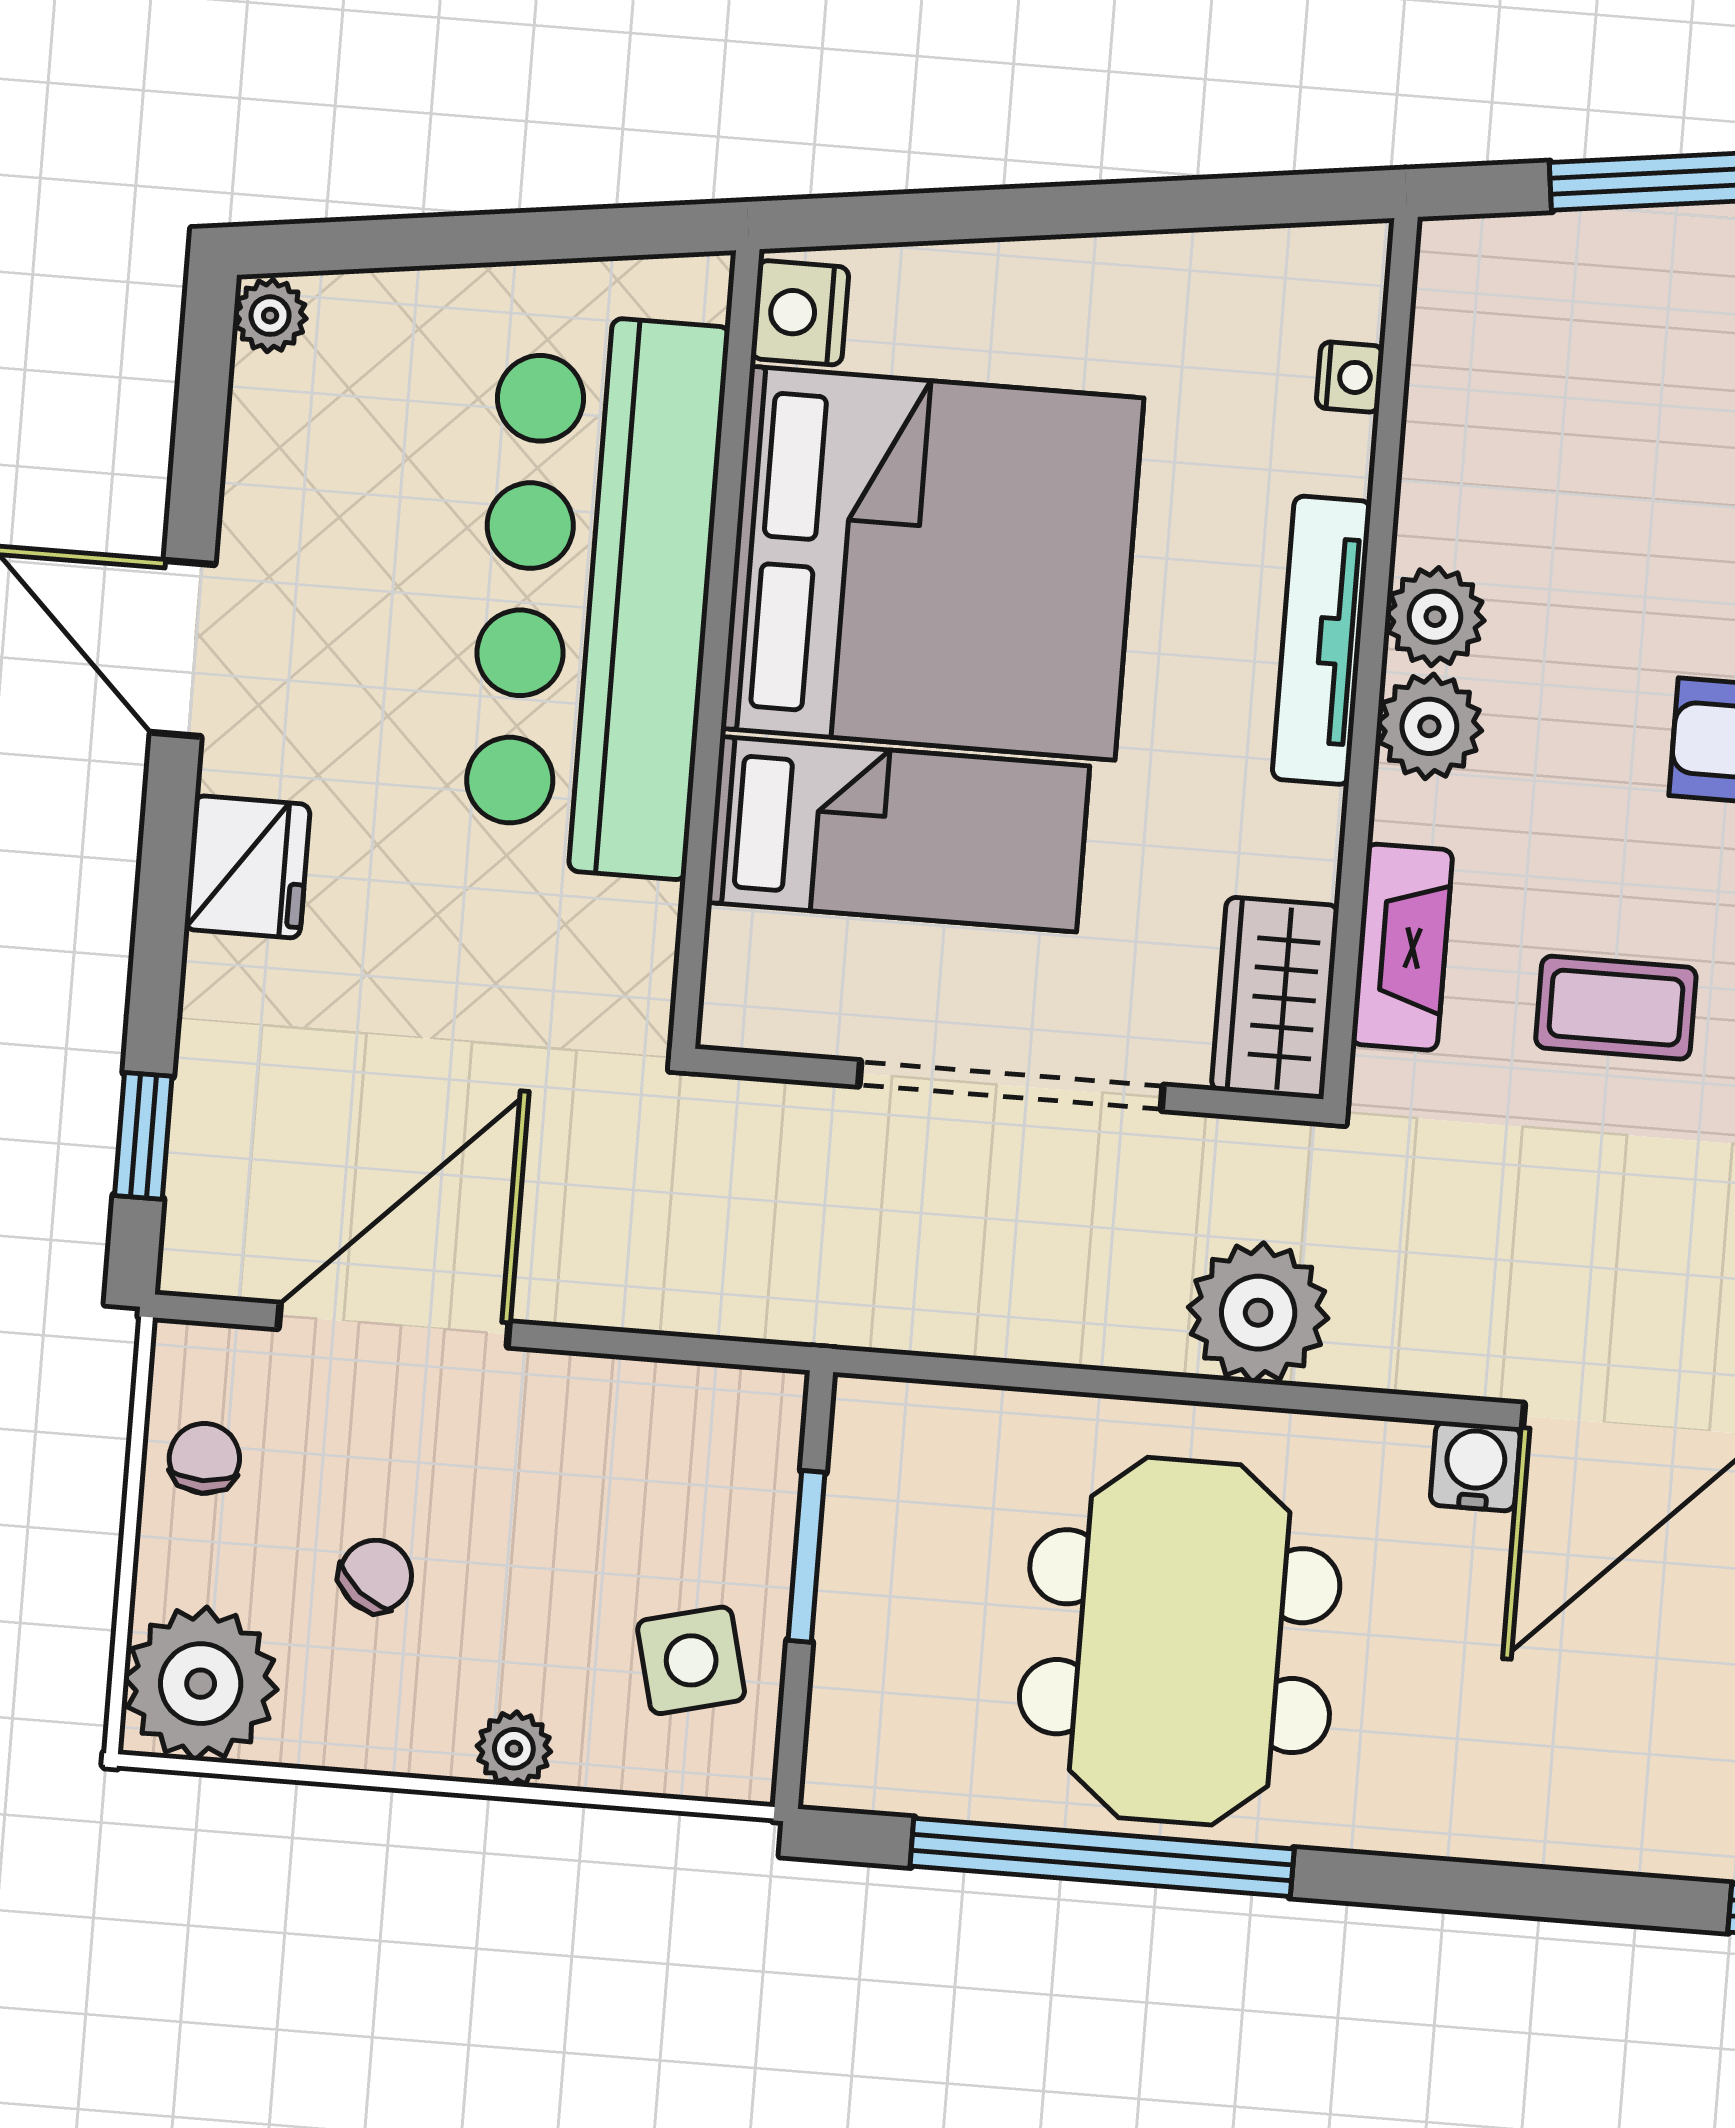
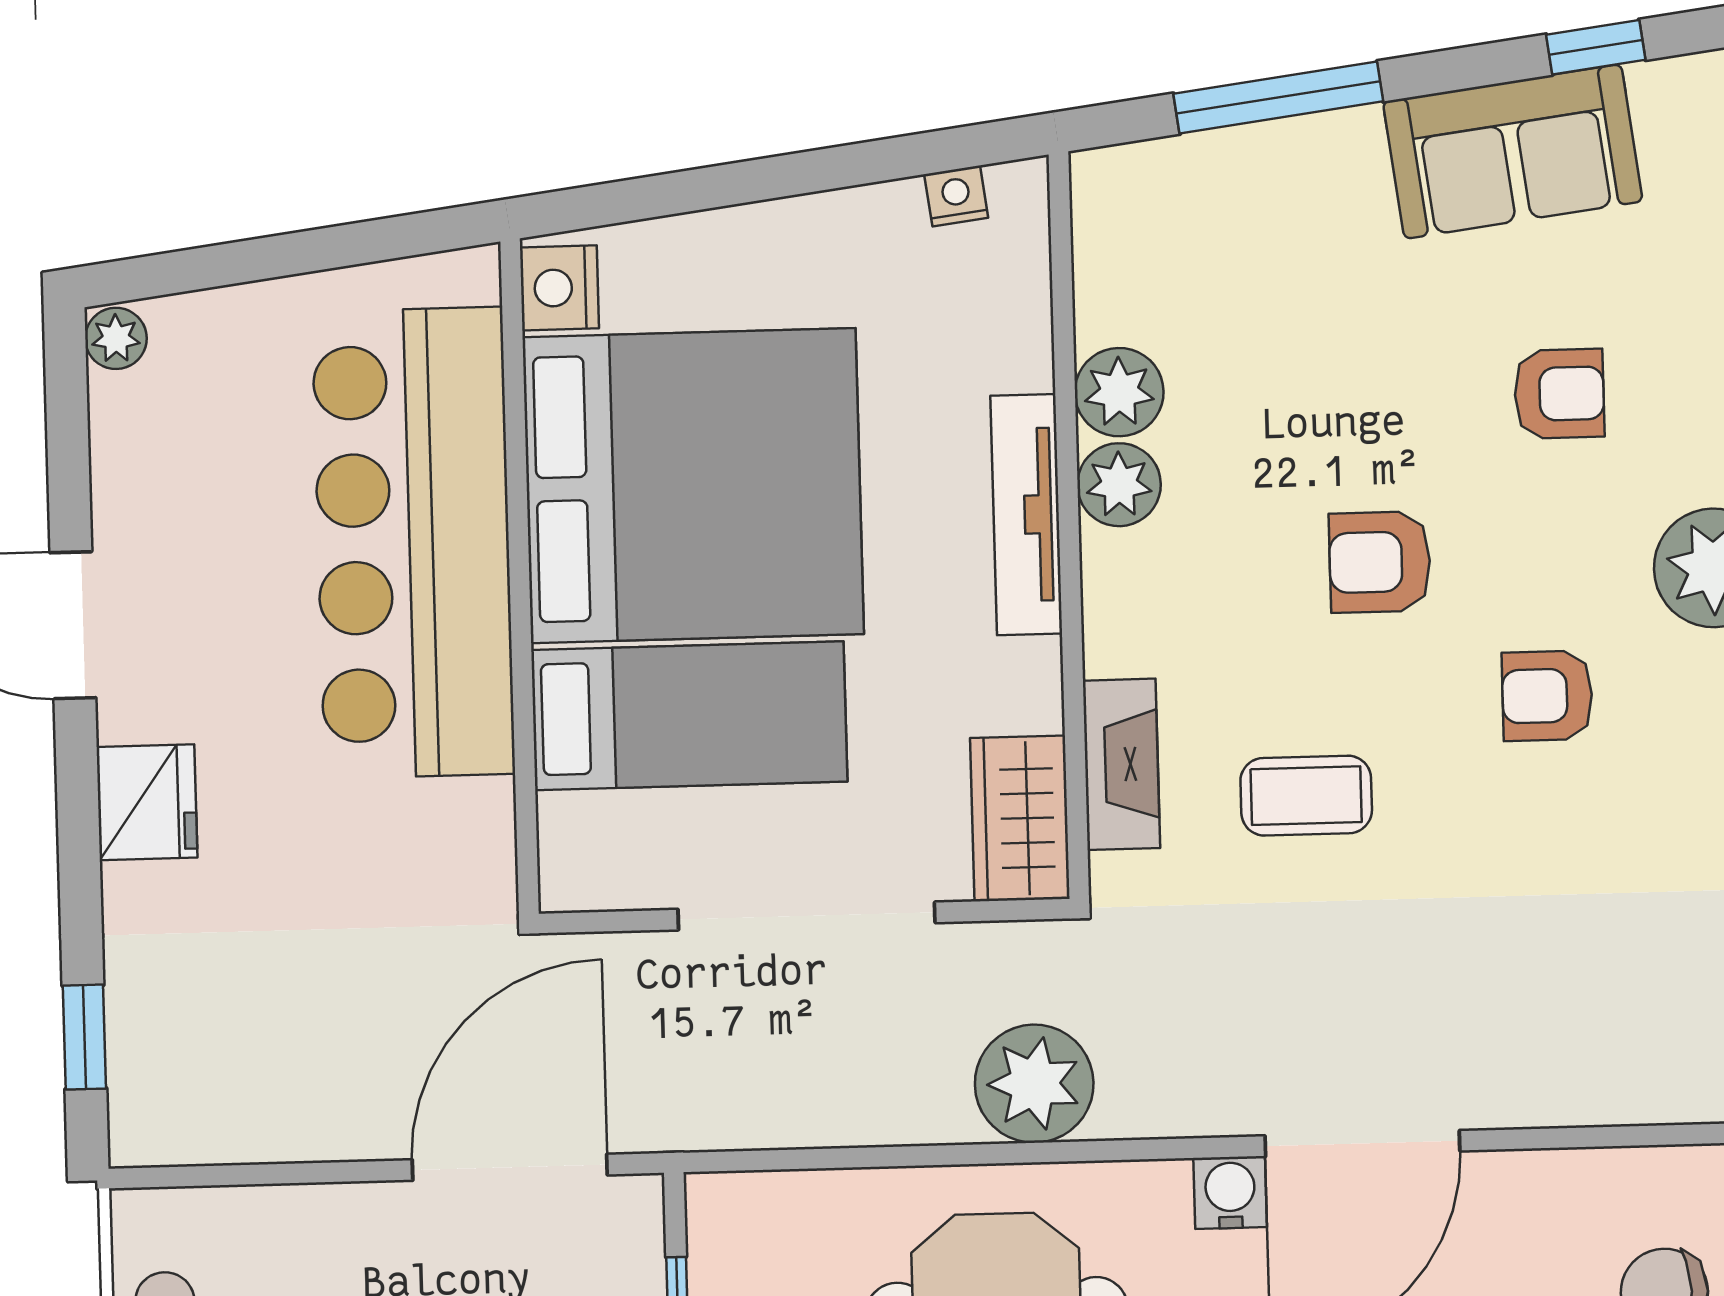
nightstand: (1350, 377) -> (956, 196), moved, turned -97
plant: (1429, 726) -> (1119, 392), moved
door: (394, 1325) -> (510, 1167), moved

